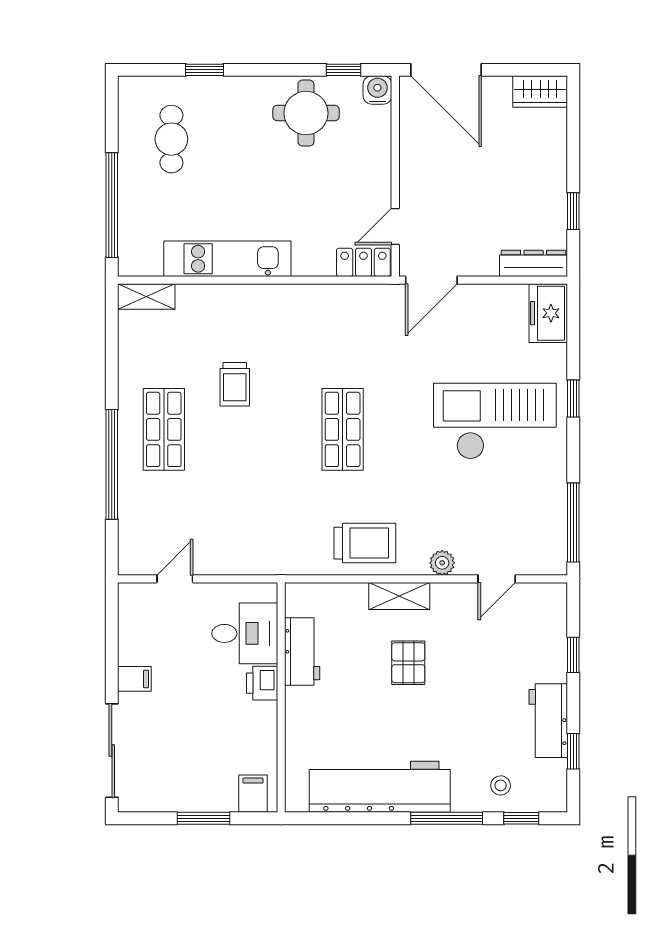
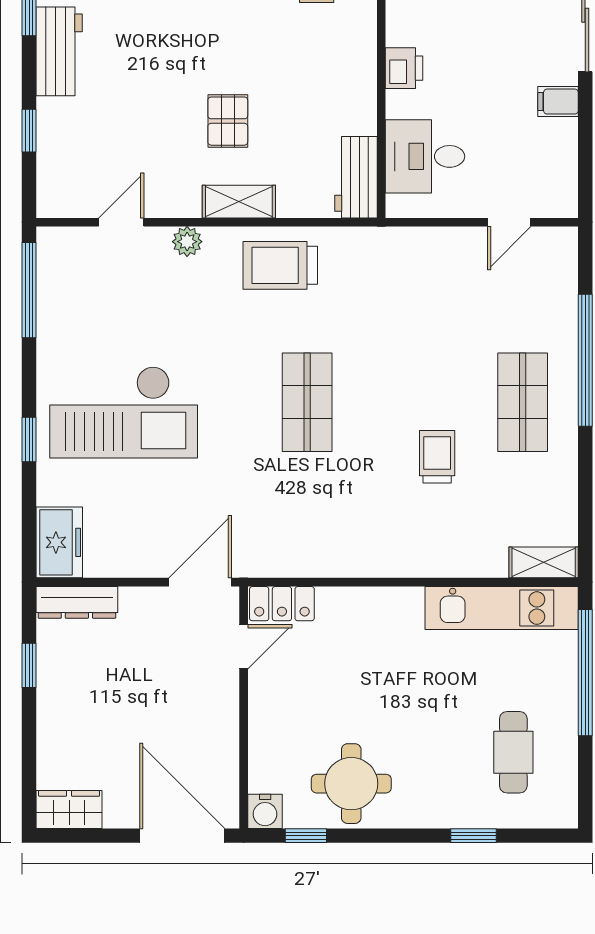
kitchen unit: (227, 259) -> (502, 608), moved
workbench: (302, 651) -> (356, 177), moved
printer: (262, 683) -> (404, 68), moved

